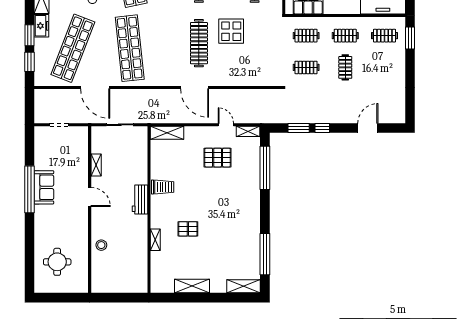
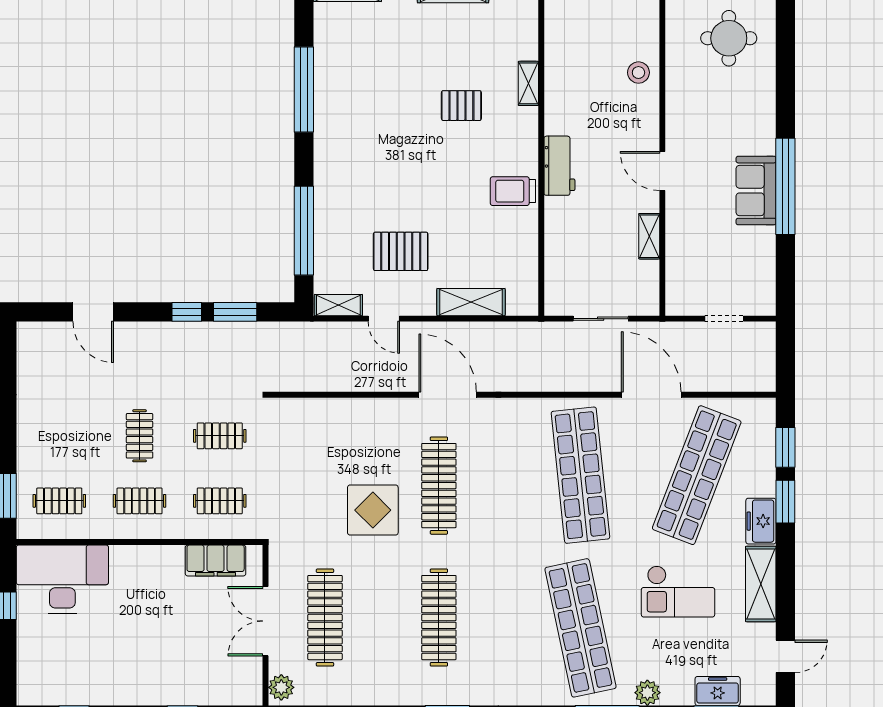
door: (368, 128) -> (93, 312), hinge flipped
shelving: (167, 133) -> (471, 302), moved
window: (265, 254) -> (304, 89), moved

